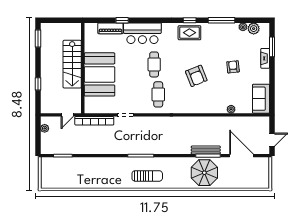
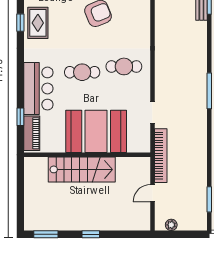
stairs: (72, 64) -> (82, 169), moved
wall: (83, 68) -> (87, 155), moved
booth: (100, 74) -> (96, 131), moved
window: (38, 84) -> (91, 234), moved
door: (67, 115) -> (152, 193), swing flipped

